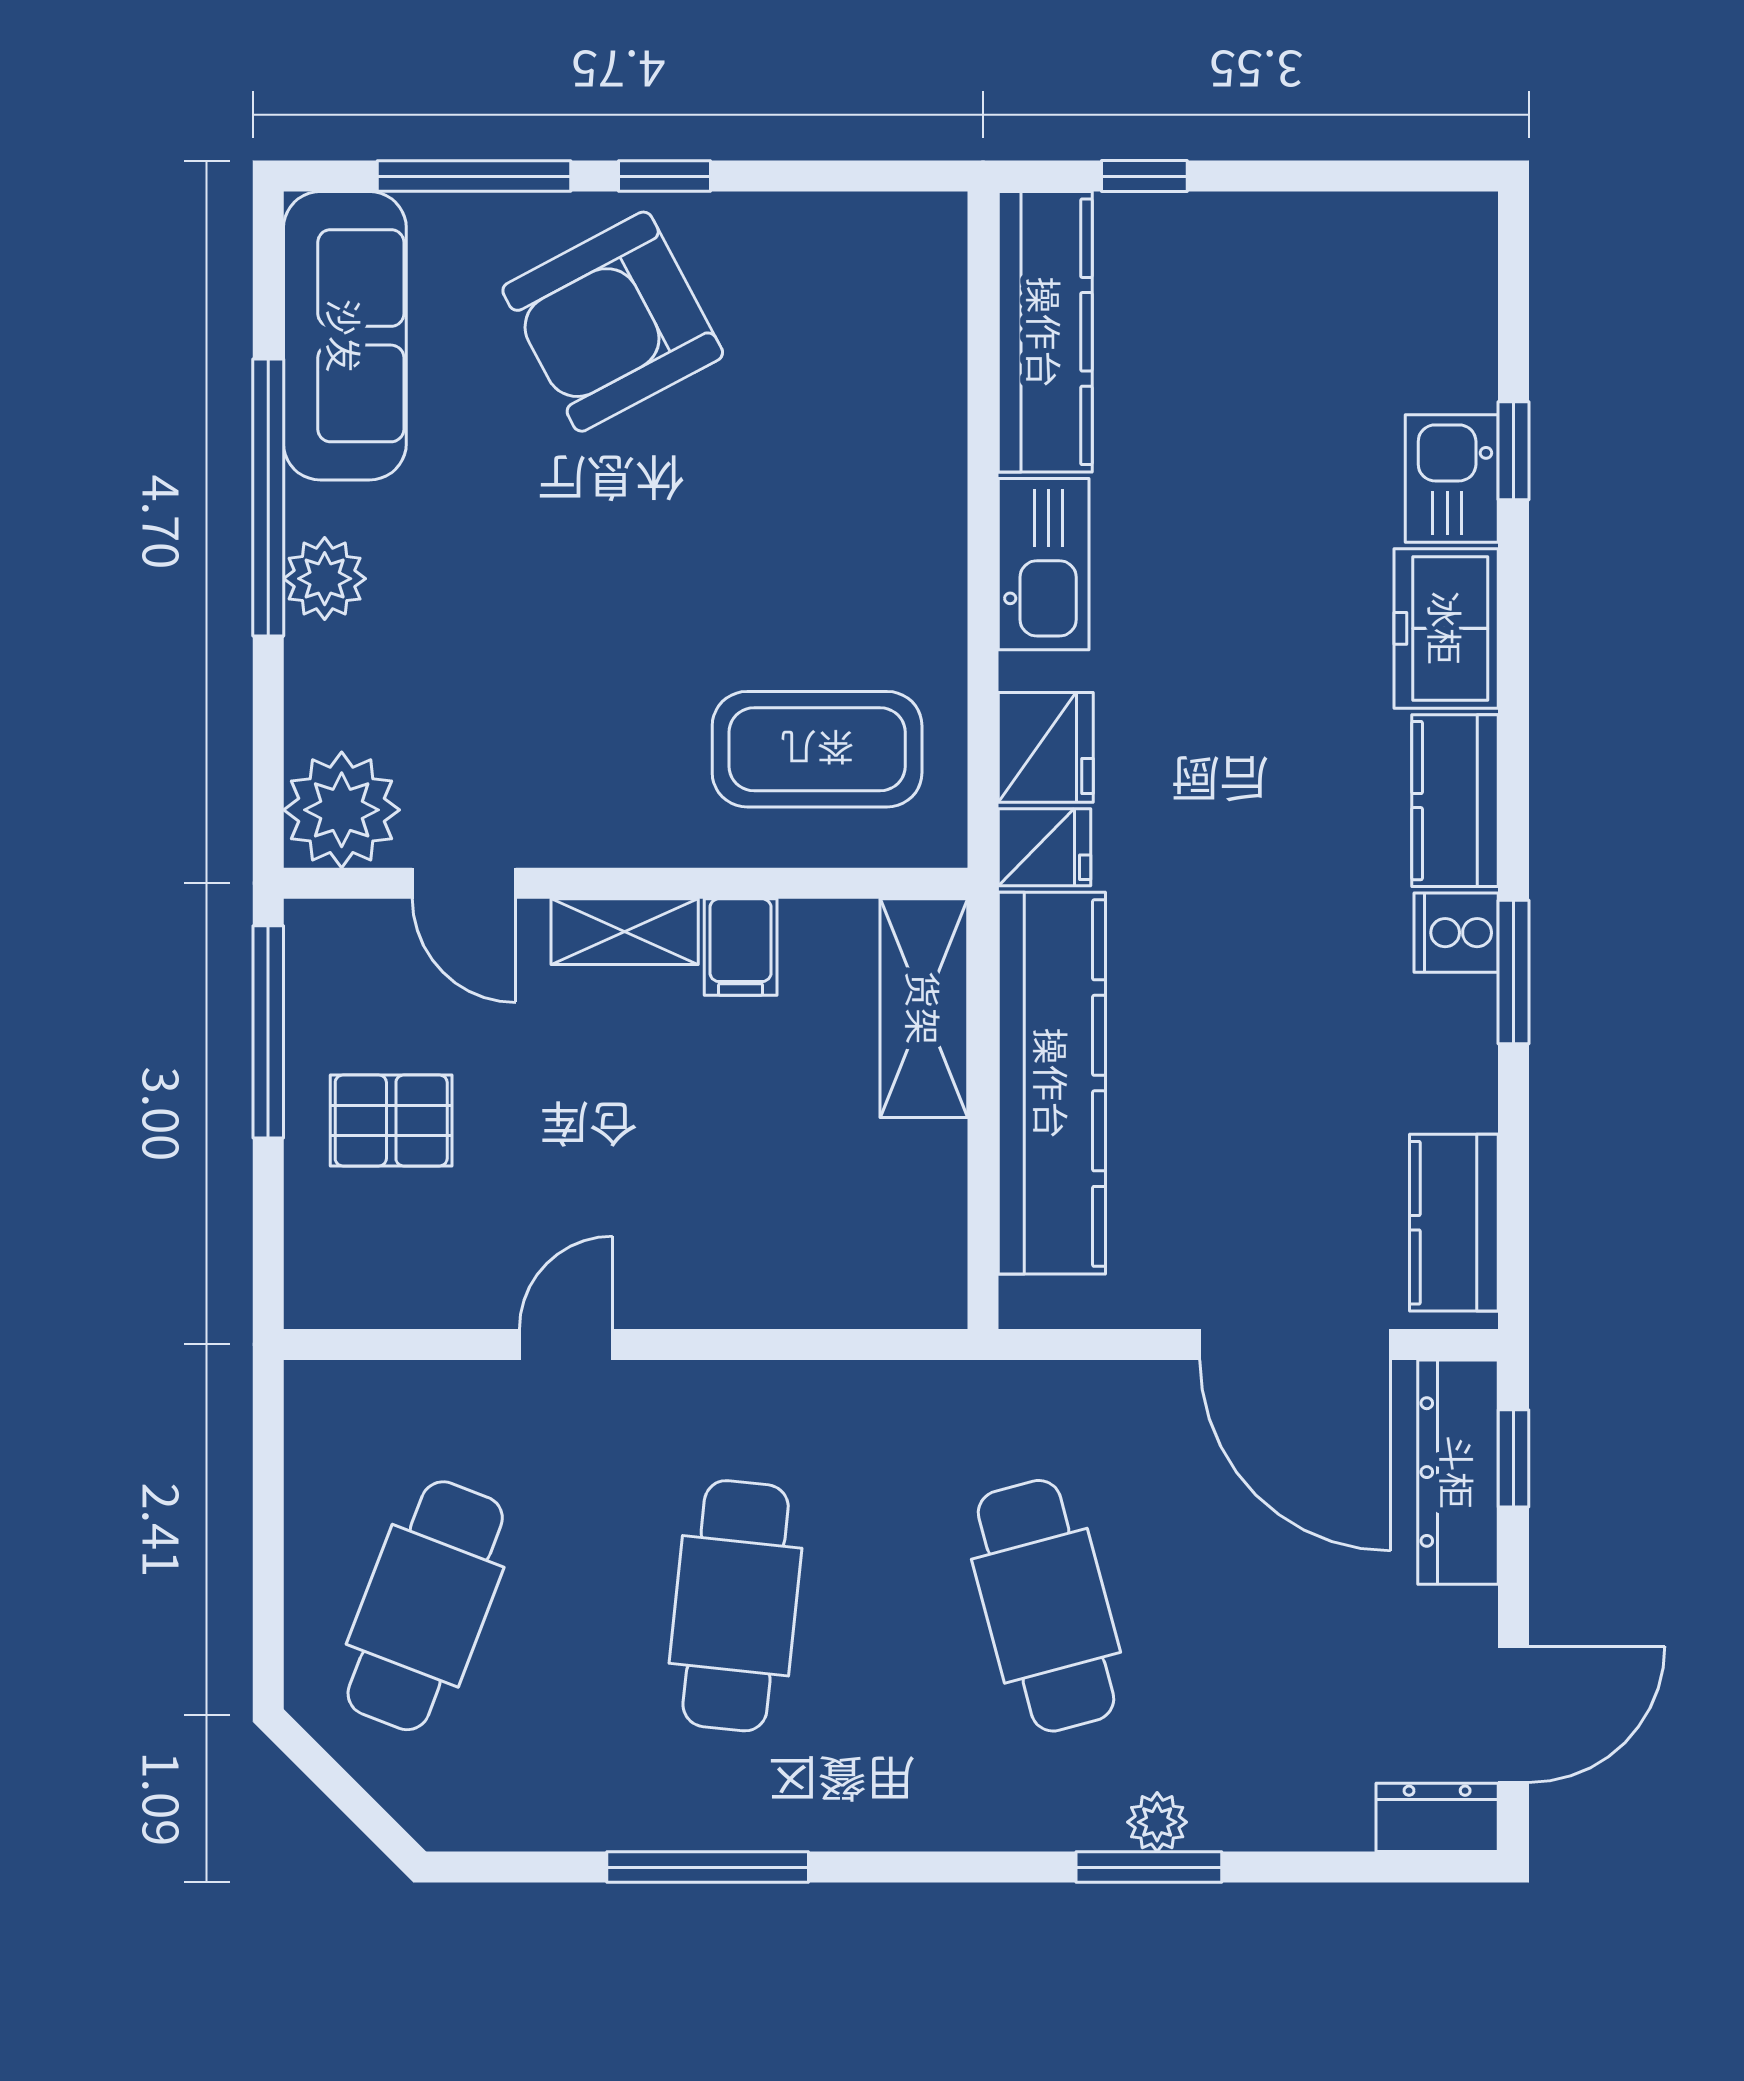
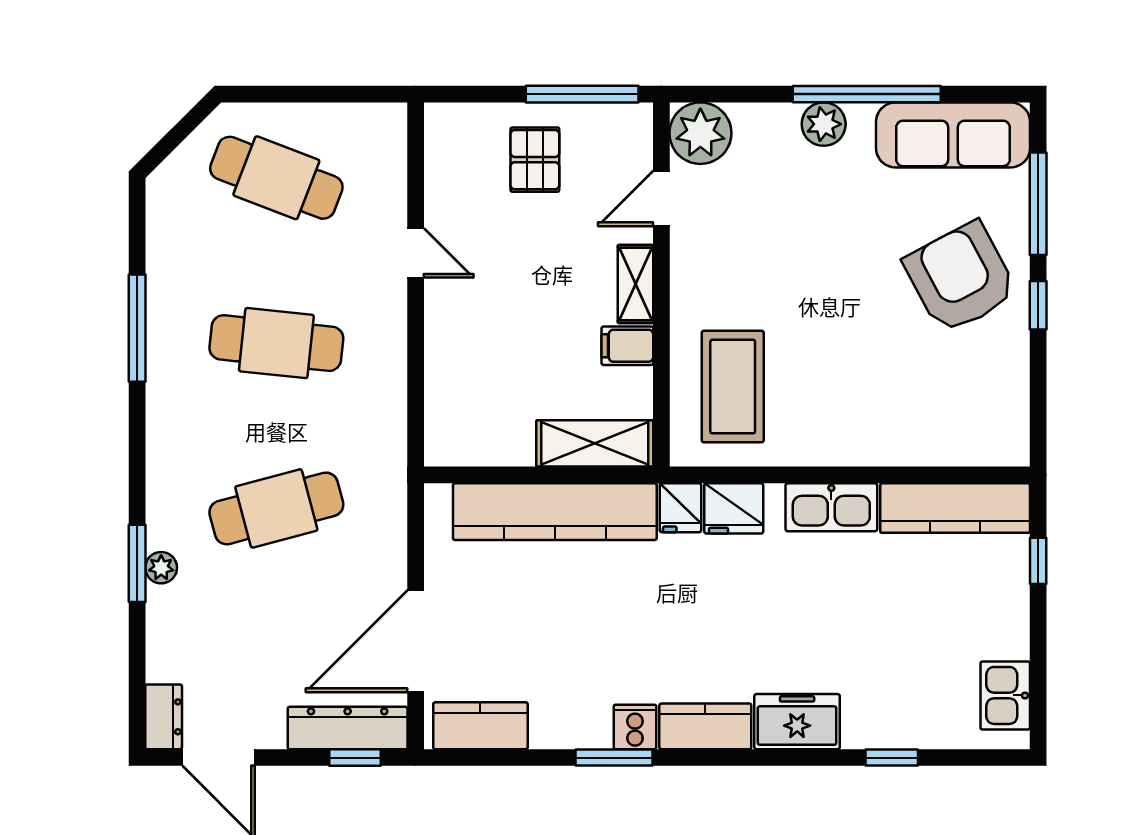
kitchen sink: (1452, 478) -> (1005, 695), moved, turned -90

